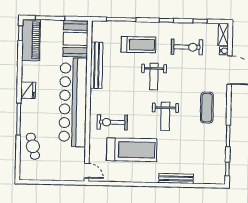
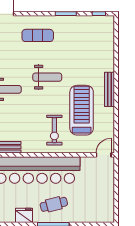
cafe table: (33, 146) -> (54, 204), moved
bench: (176, 178) -> (110, 89), moved

